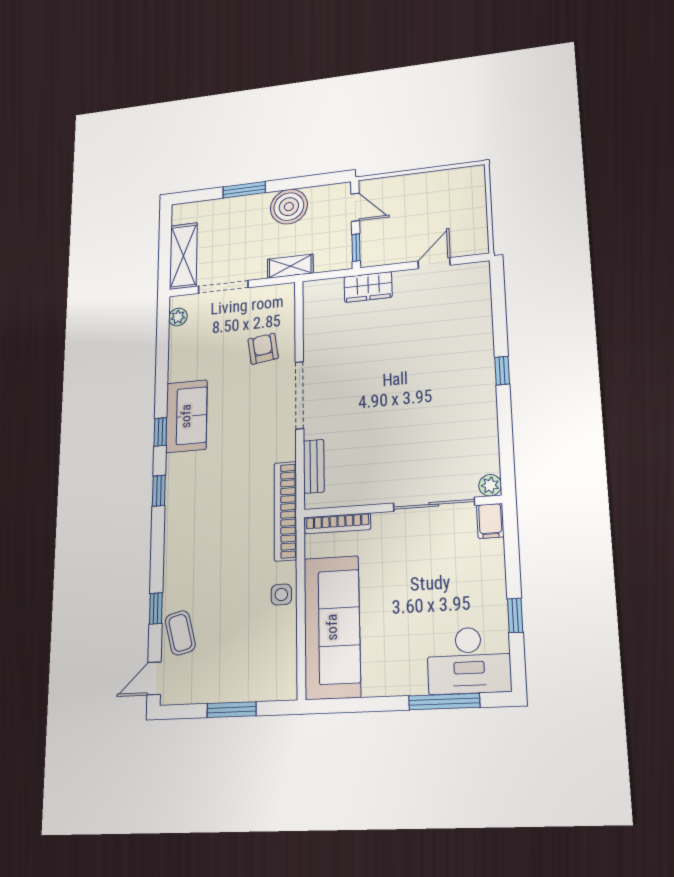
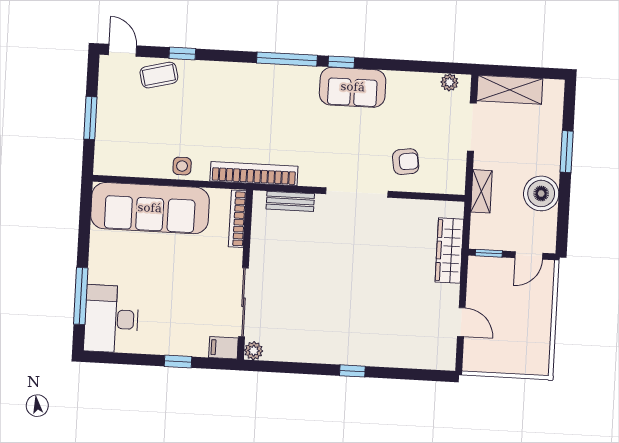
wardrobe: (368, 287) -> (449, 251), width x1.50
window: (159, 491) -> (287, 59), width x2.17
window: (515, 615) -> (178, 362), moved

